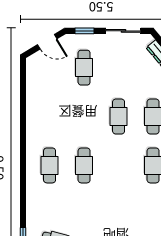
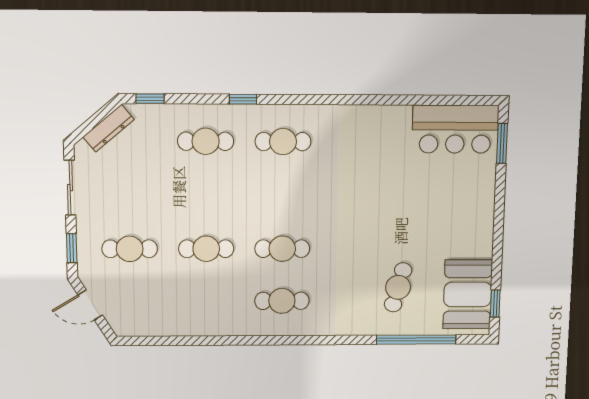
door: (47, 42) -> (90, 305), swing flipped
cafe table: (119, 117) -> (206, 249), moved

